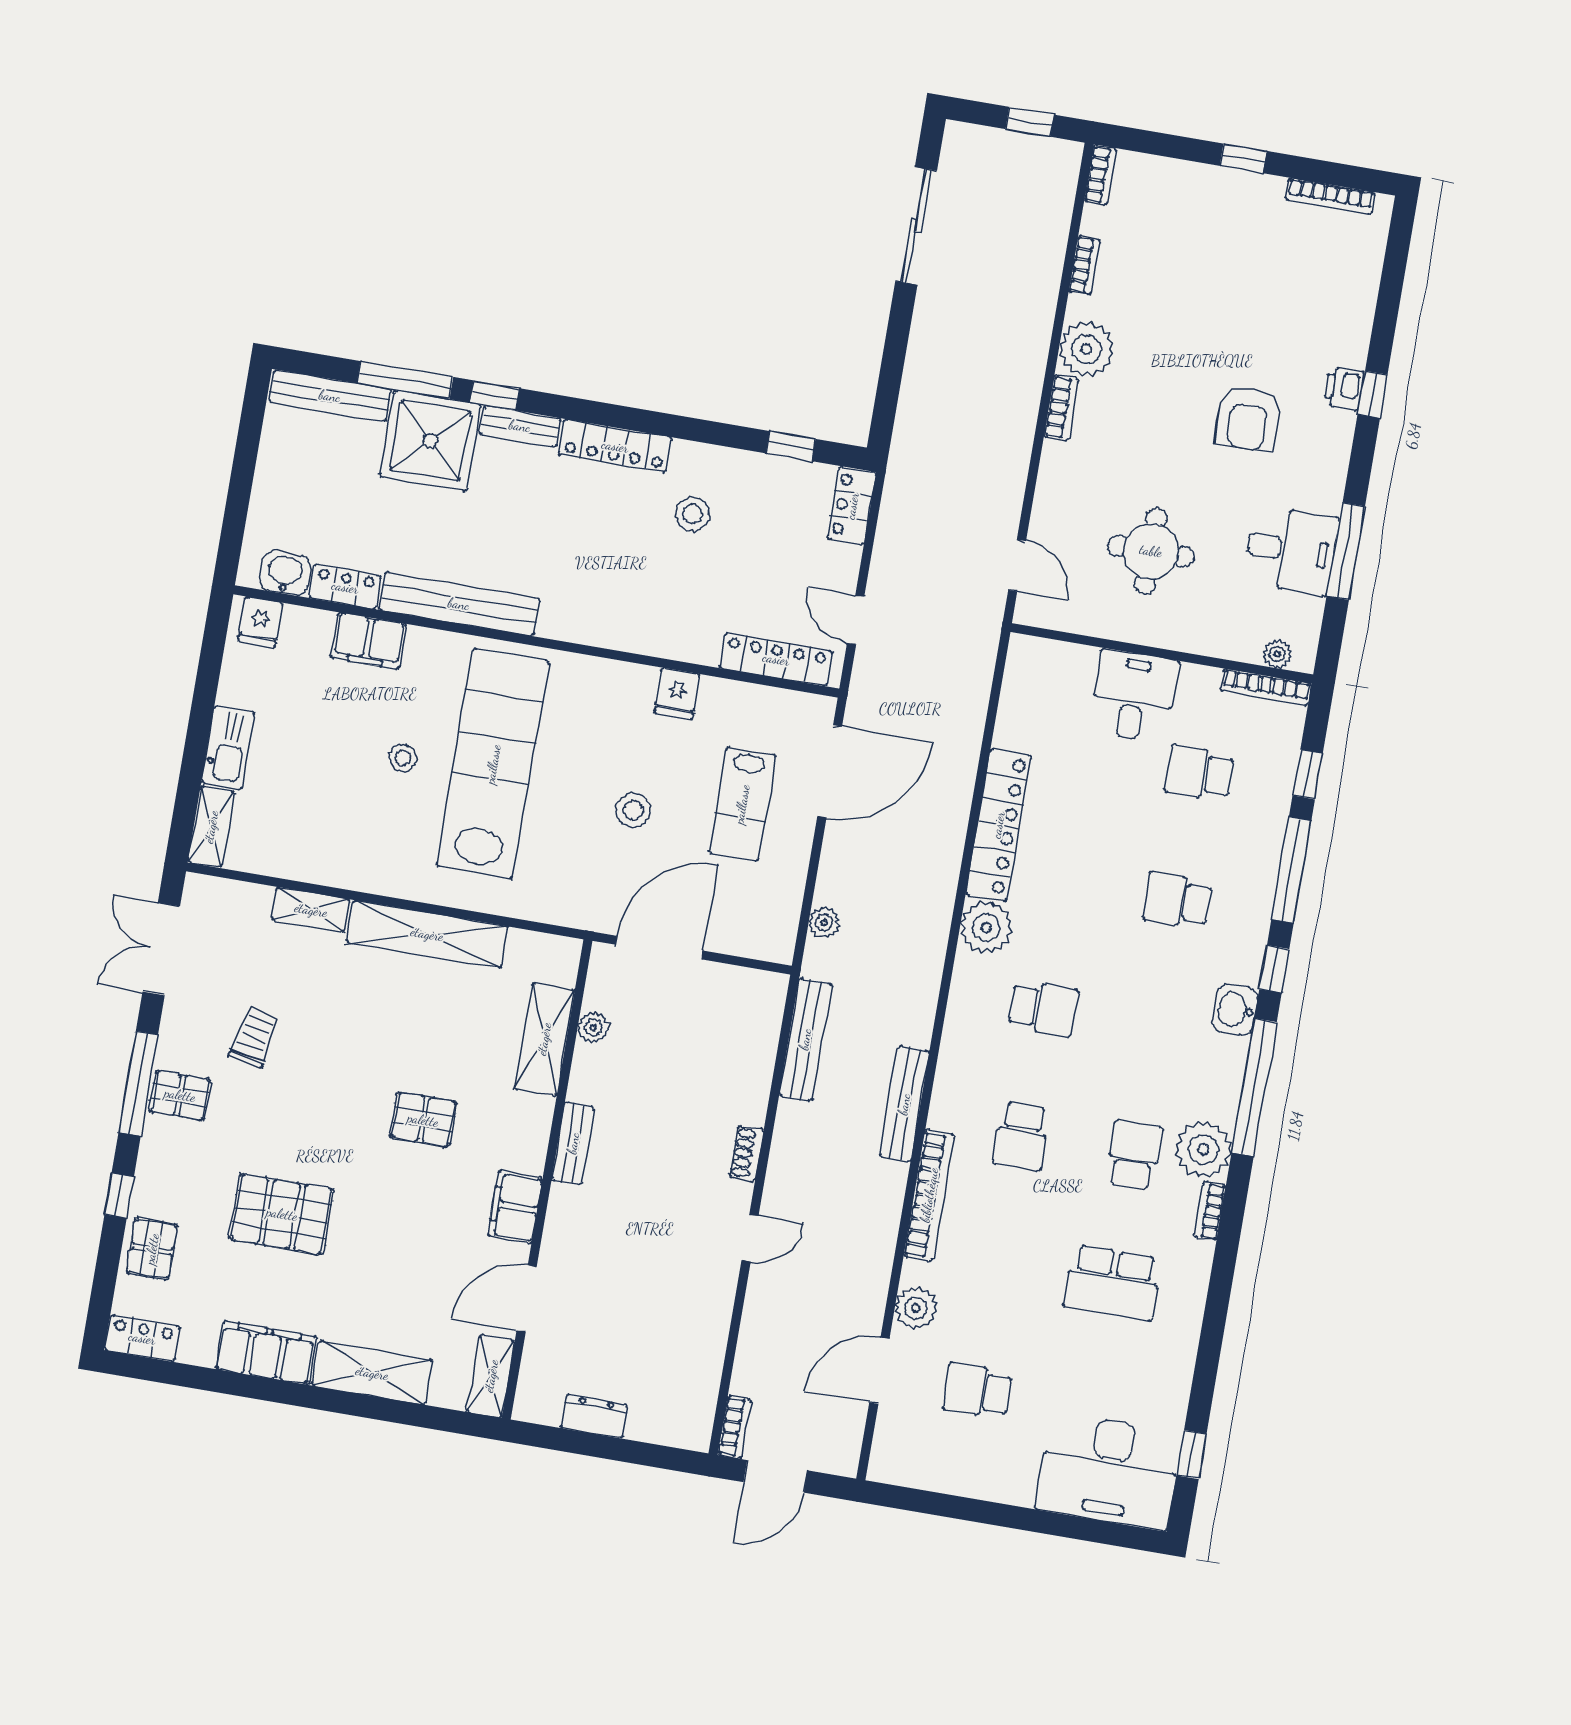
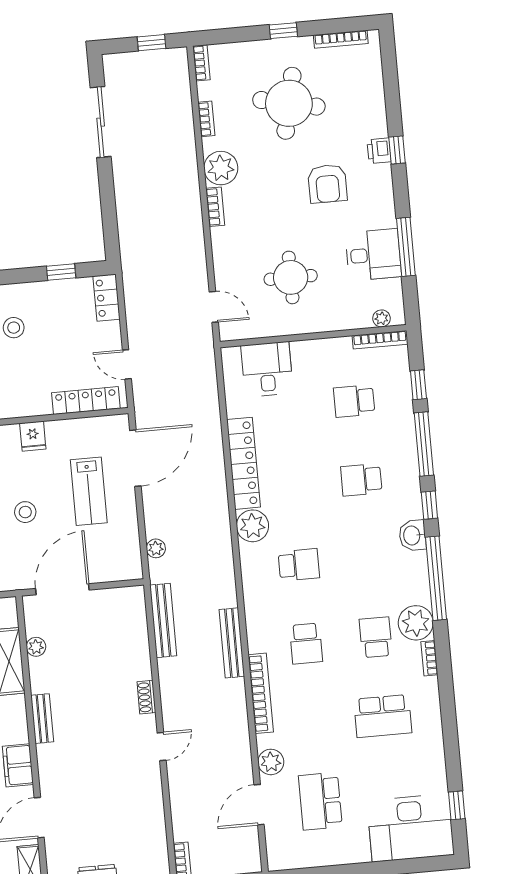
round table: (1221, 275) -> (289, 103), added
desk: (1134, 696) -> (267, 369), moved
school desk: (978, 1391) -> (320, 801), width x1.85

